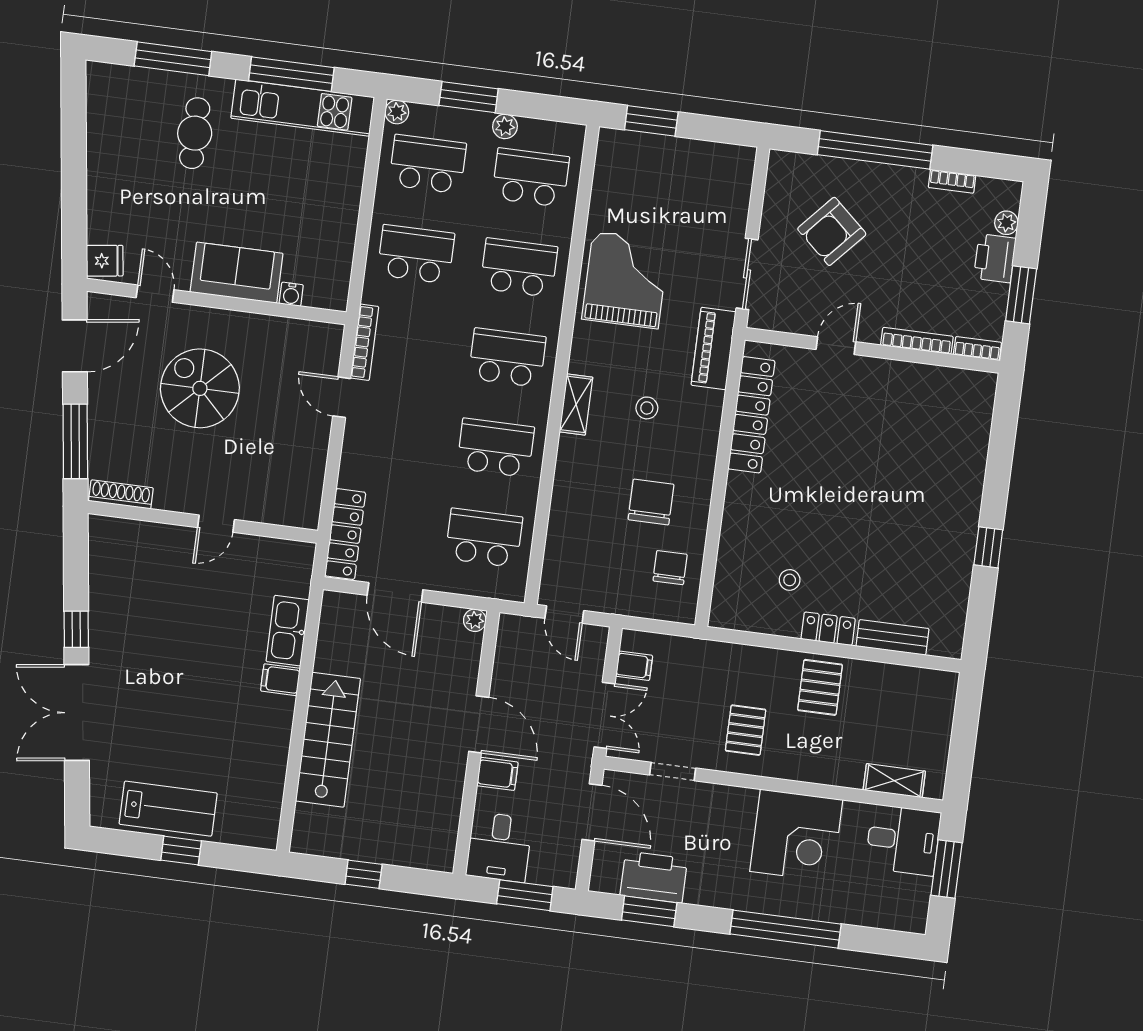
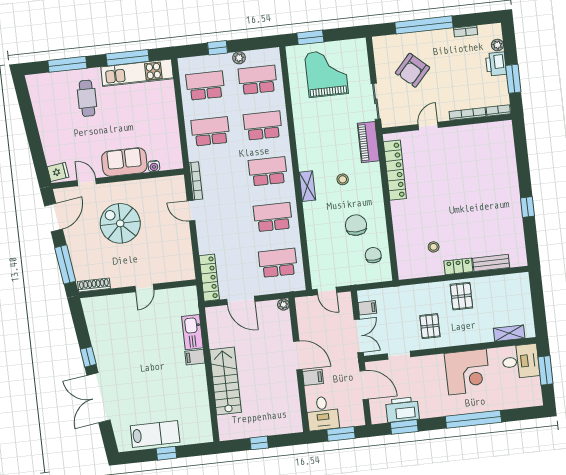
window: (469, 97) -> (218, 48), width x0.67
plant: (397, 112) -> (184, 64), removed
grand piano: (626, 280) -> (326, 73), moved

